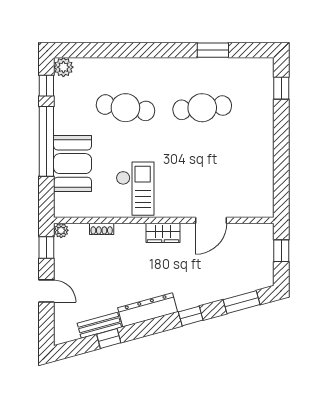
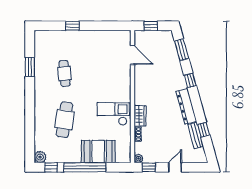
window: (281, 88) -> (72, 26), moved
cafe table: (202, 108) -> (65, 73), width x0.73, depth x0.74
door: (211, 220) -> (132, 55), moved
wardrobe: (163, 233) -> (140, 116), moved

